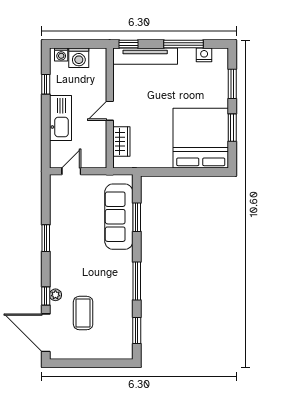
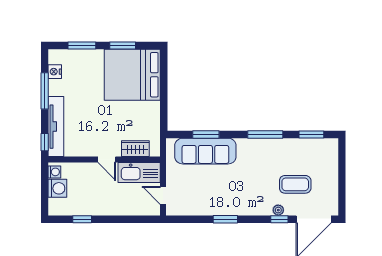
washing machine: (61, 55) -> (54, 172), moved
kitchen sink: (60, 118) -> (139, 173), moved, turned 180

